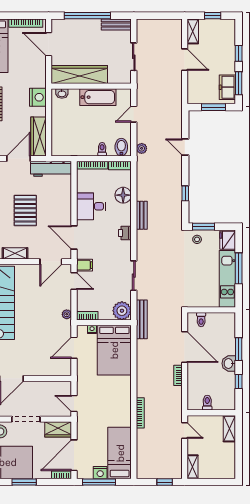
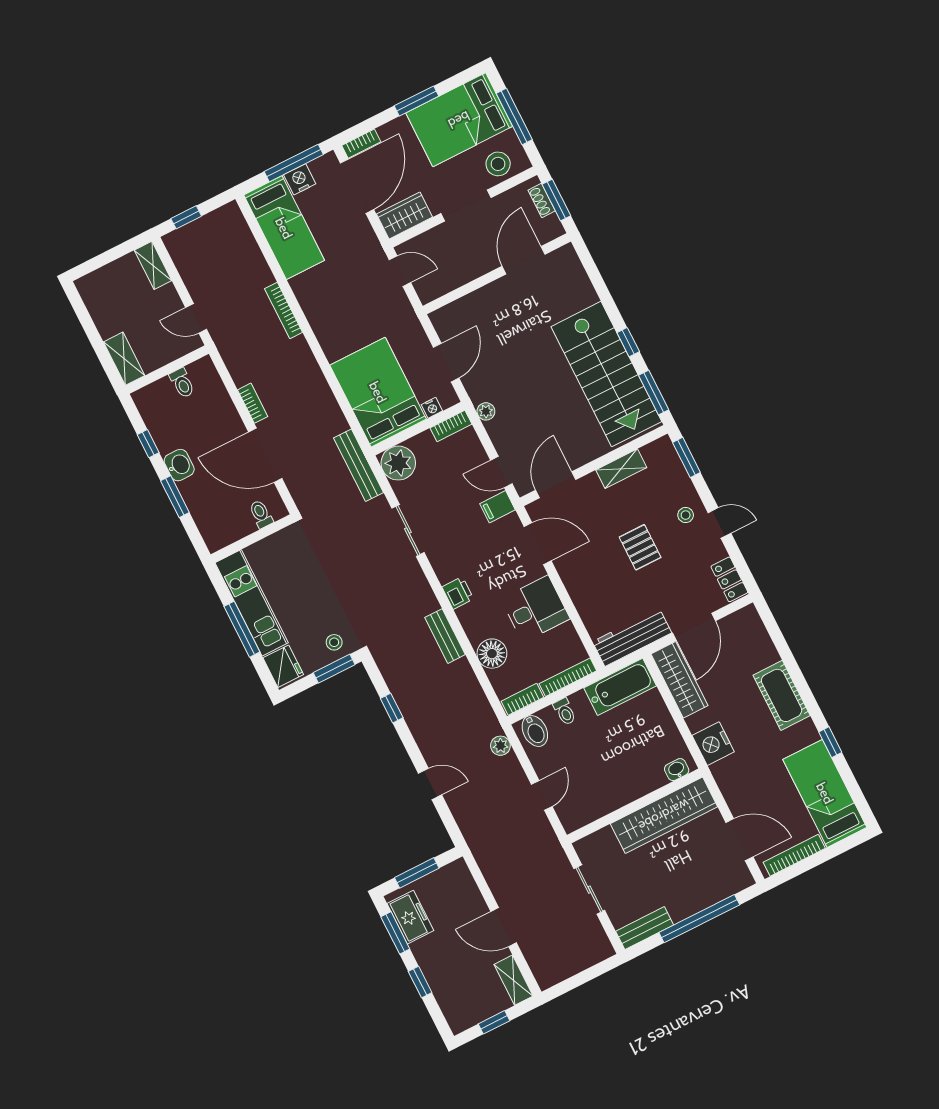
bathtub: (98, 97) -> (620, 687), moved, turned 180
pallet: (25, 210) -> (640, 547), width x0.67, depth x0.71

